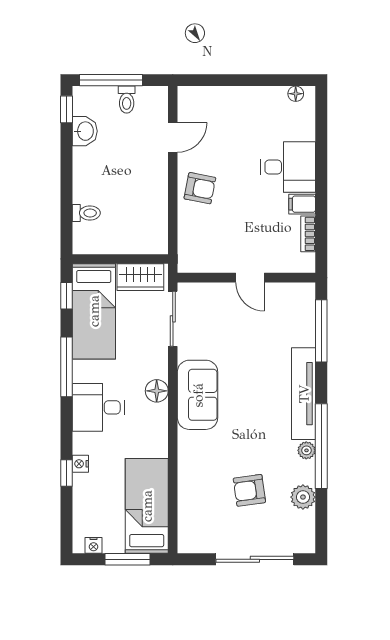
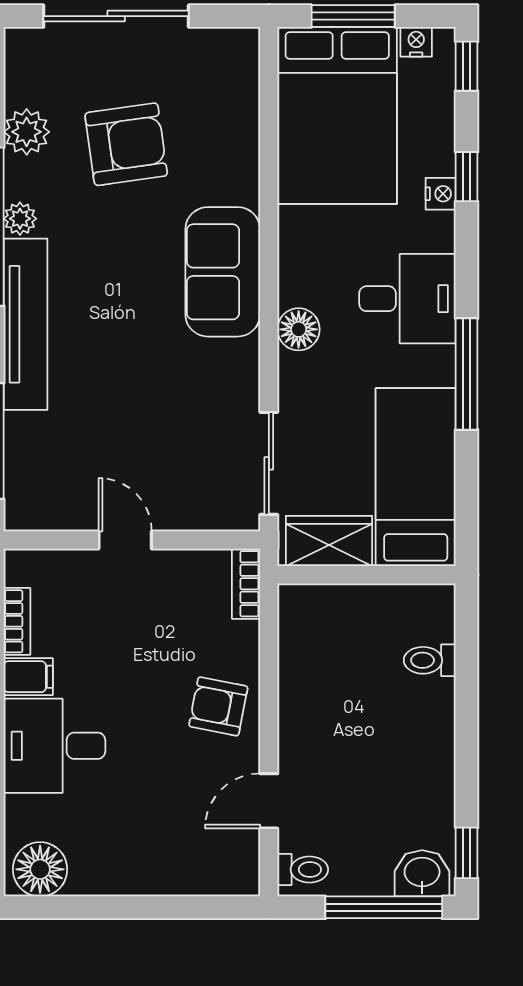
floor lamp: (296, 94) -> (40, 869), width x1.89, depth x1.89
toilet: (127, 100) -> (303, 870), moved, turned 90
washbasin: (85, 131) -> (422, 873), moved, turned 90
bookcase: (185, 254) -> (246, 584), added
window: (66, 296) -> (467, 66), moved
sofa: (198, 395) -> (223, 272), moved
armchair: (249, 490) -> (126, 144), width x1.38, depth x1.38
bed: (147, 506) -> (337, 115), width x1.50

